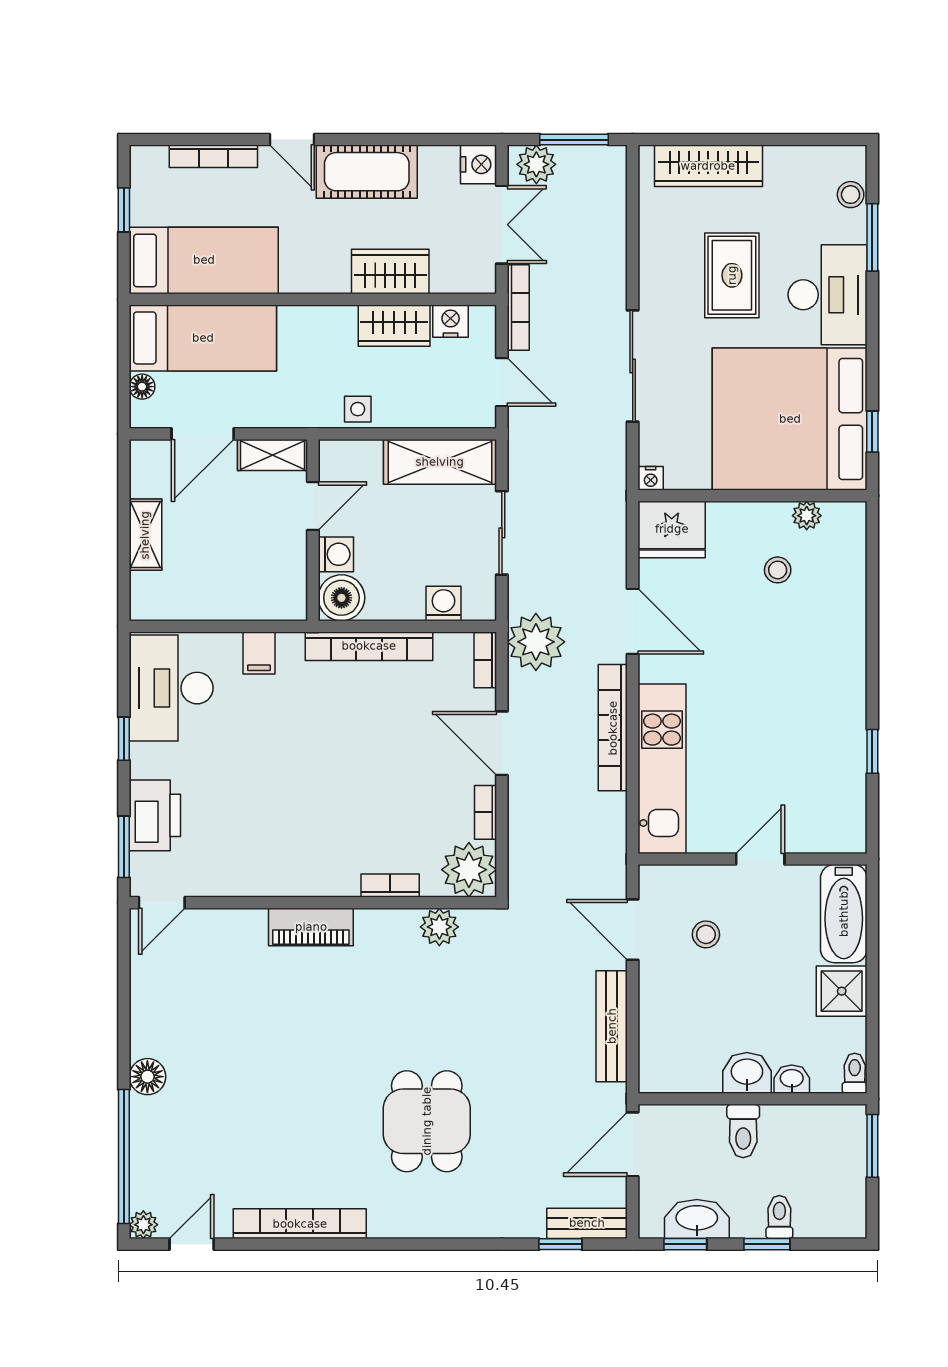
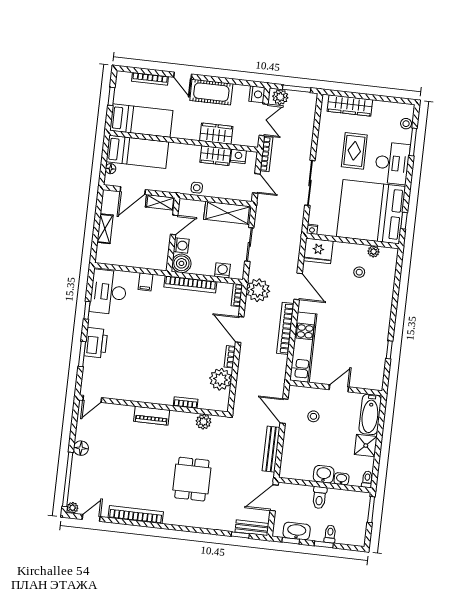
bookcase: (390, 886) -> (186, 403), moved
door: (162, 903) -> (92, 399), moved
wall: (313, 903) -> (153, 406), moved
piano: (311, 927) -> (152, 416), moved
plant: (439, 927) -> (204, 422), moved

